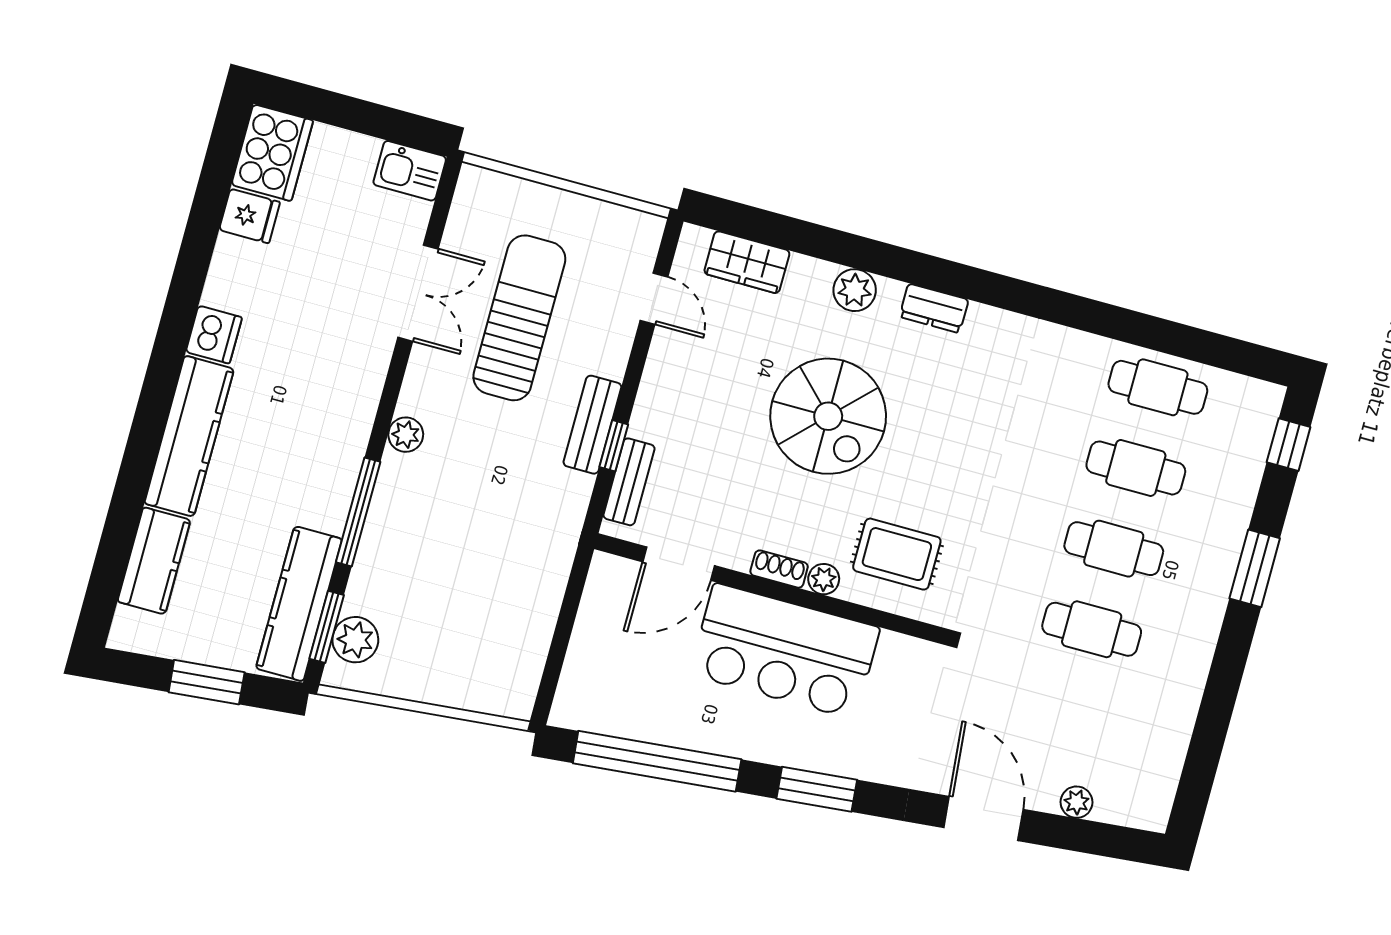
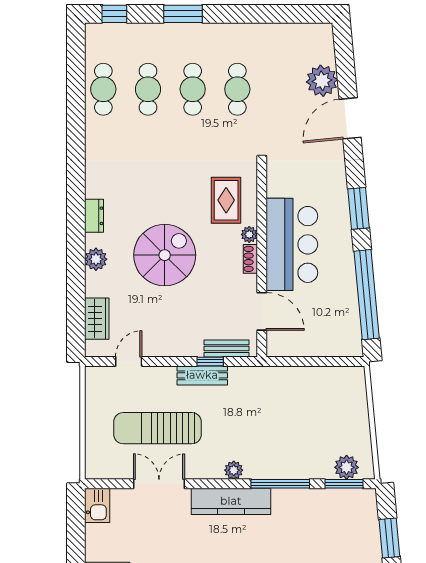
kitchen counter: (299, 604) -> (231, 501), moved
plant: (1077, 802) -> (322, 81), width x1.87, depth x1.87

